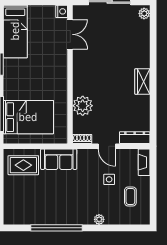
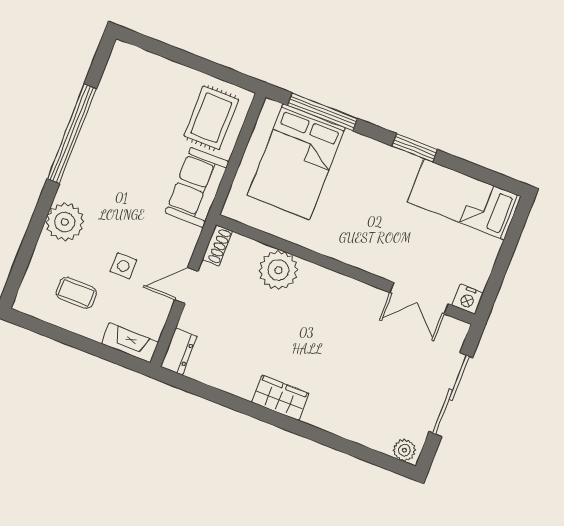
dresser: (135, 138) -> (179, 352), width x0.70
plant: (99, 219) -> (65, 222), width x1.88, depth x1.88

